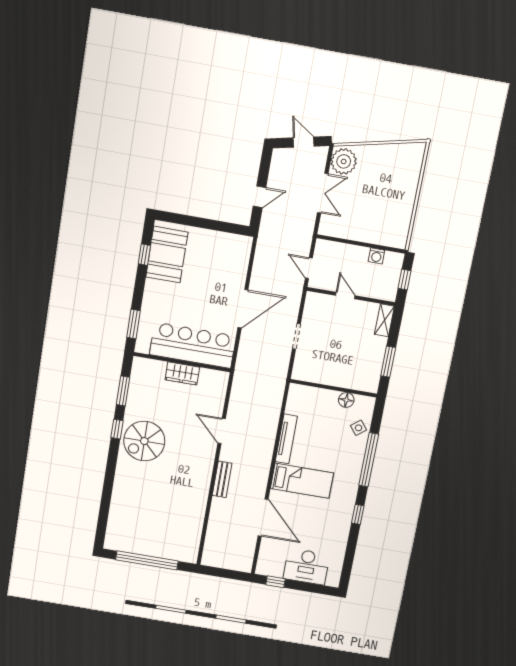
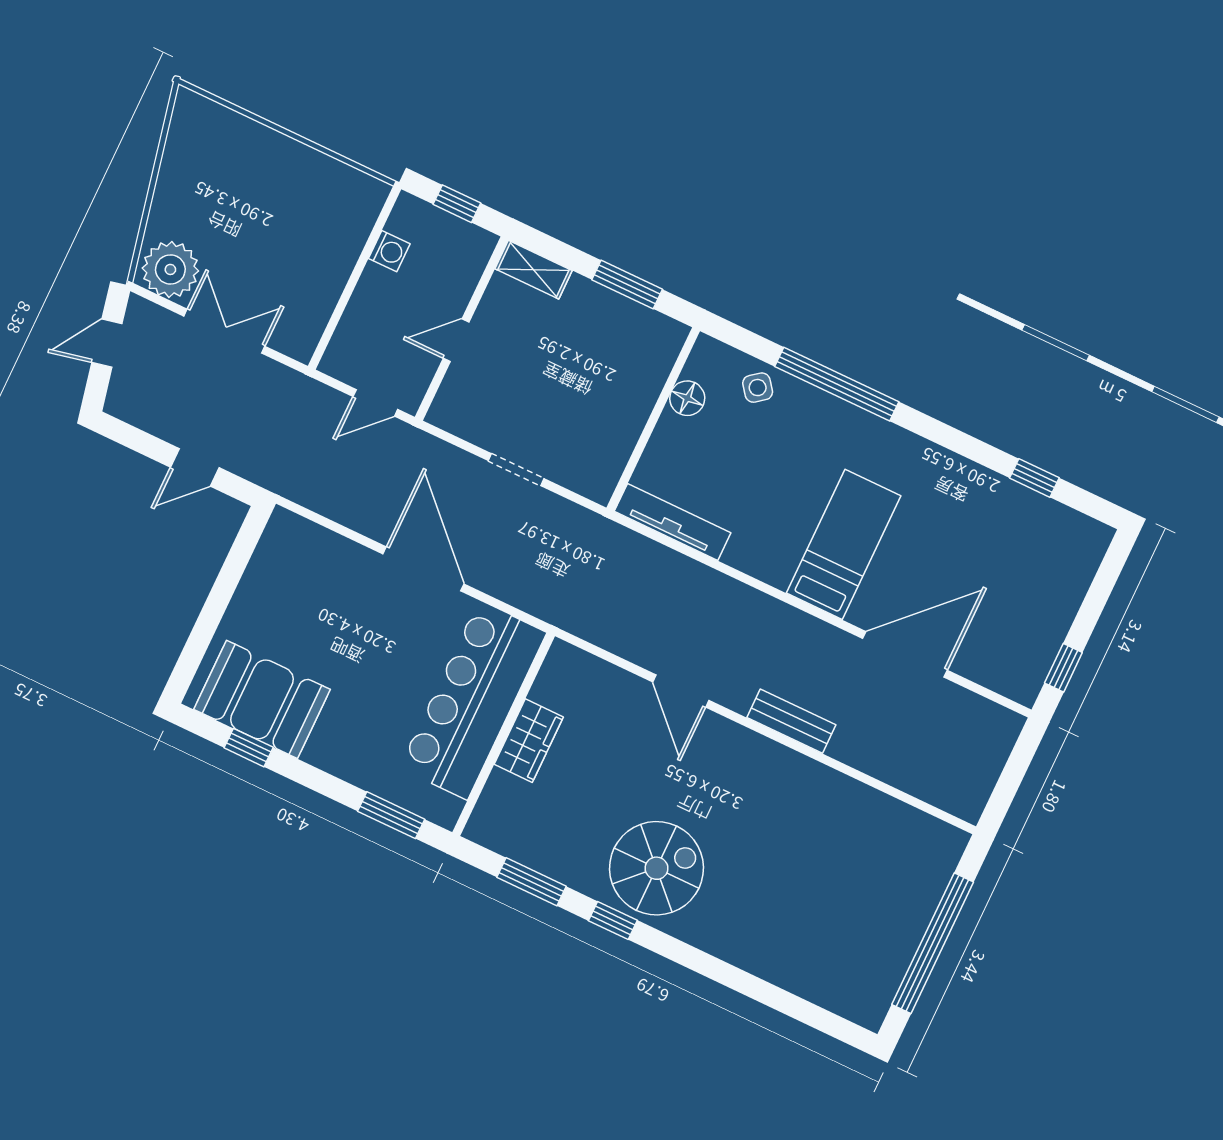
door: (259, 197) -> (195, 467), swing flipped
door: (222, 431) -> (681, 691), hinge flipped
tv unit: (286, 439) -> (673, 522), moved
spiral stairs: (144, 441) -> (656, 868), turned -90
window: (358, 514) -> (1034, 478), moved
desk: (306, 566) -> (1047, 588), removed

